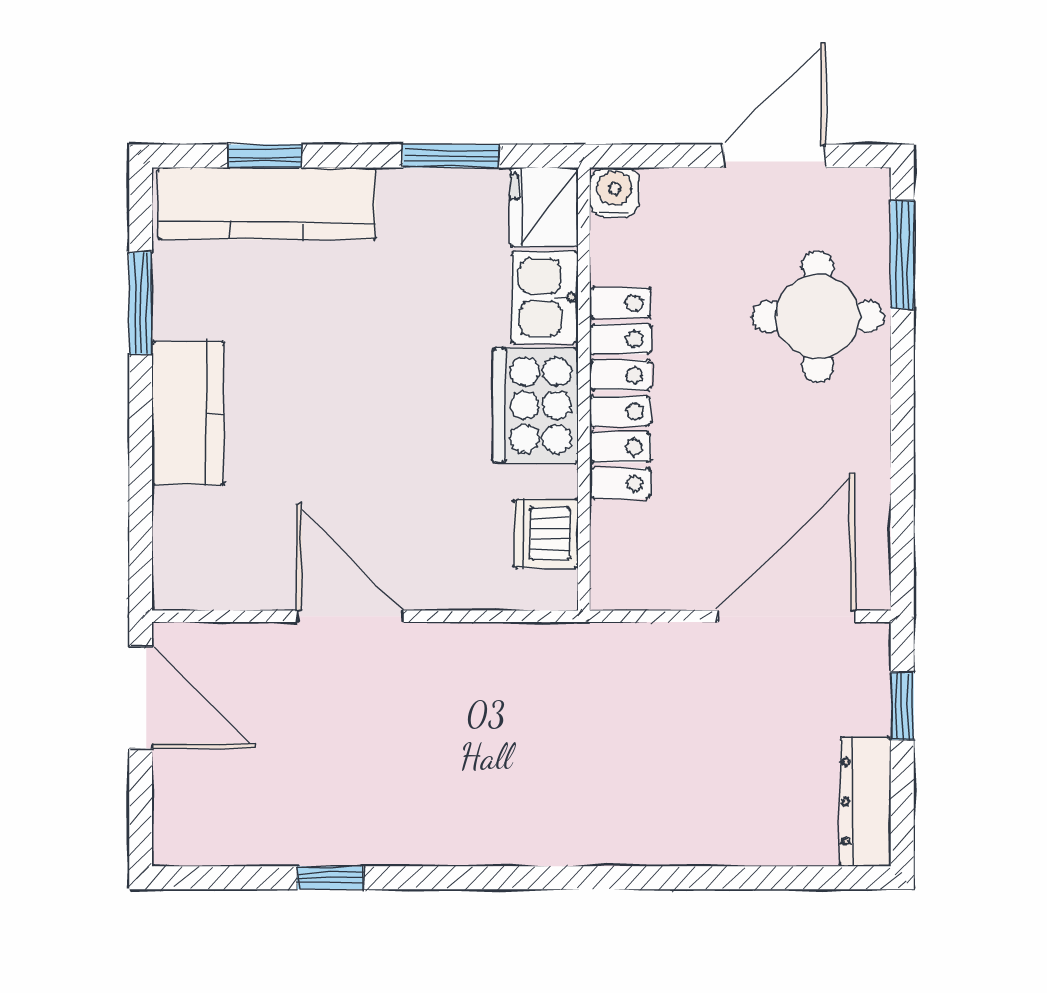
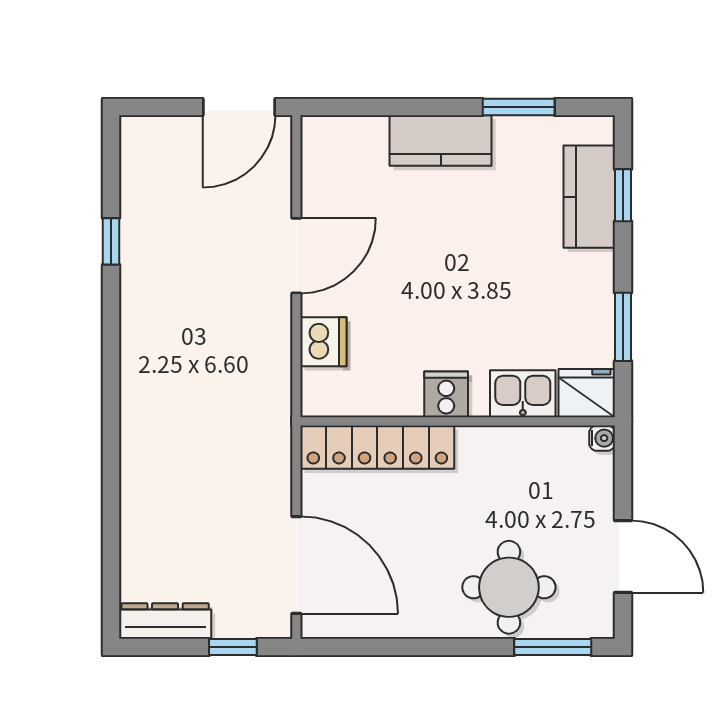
water cooler: (615, 192) -> (602, 438), width x0.72, depth x0.72
kitchen counter: (267, 203) -> (589, 197), width x0.67
locker: (620, 393) -> (377, 447), moved
cooker: (536, 405) -> (446, 394), width x0.53, depth x0.76
dishwasher: (546, 533) -> (323, 342), moved, turned 90

